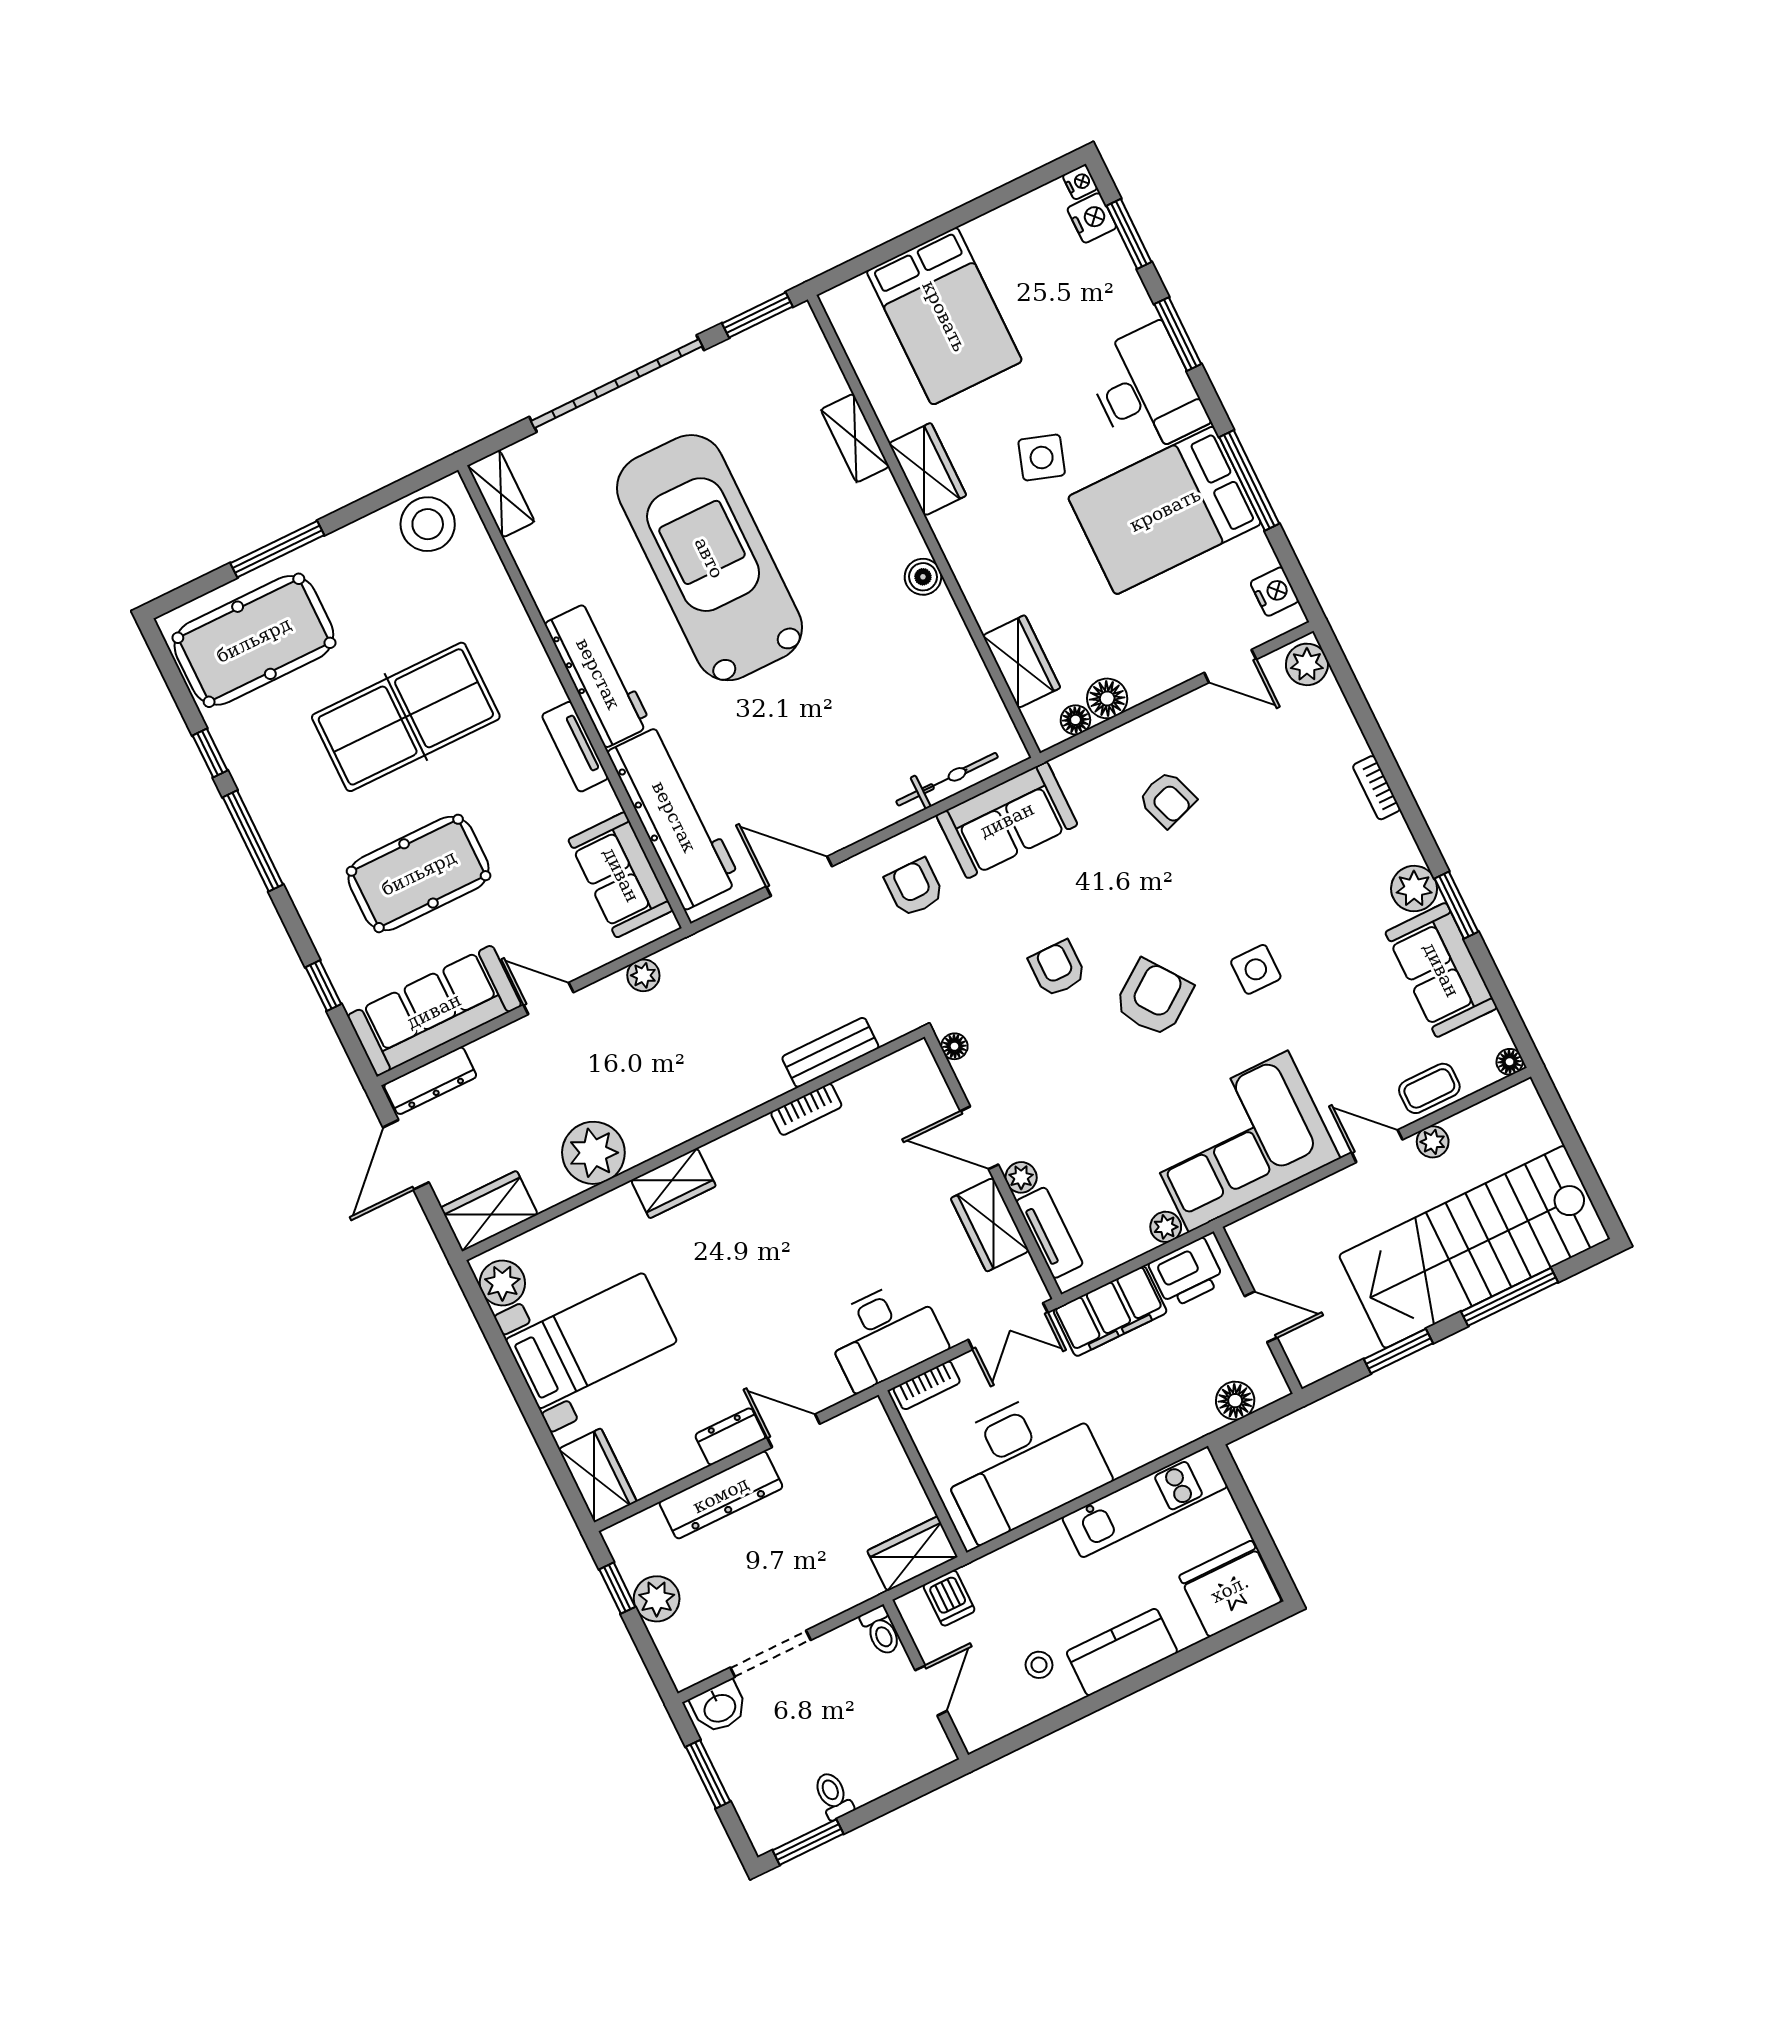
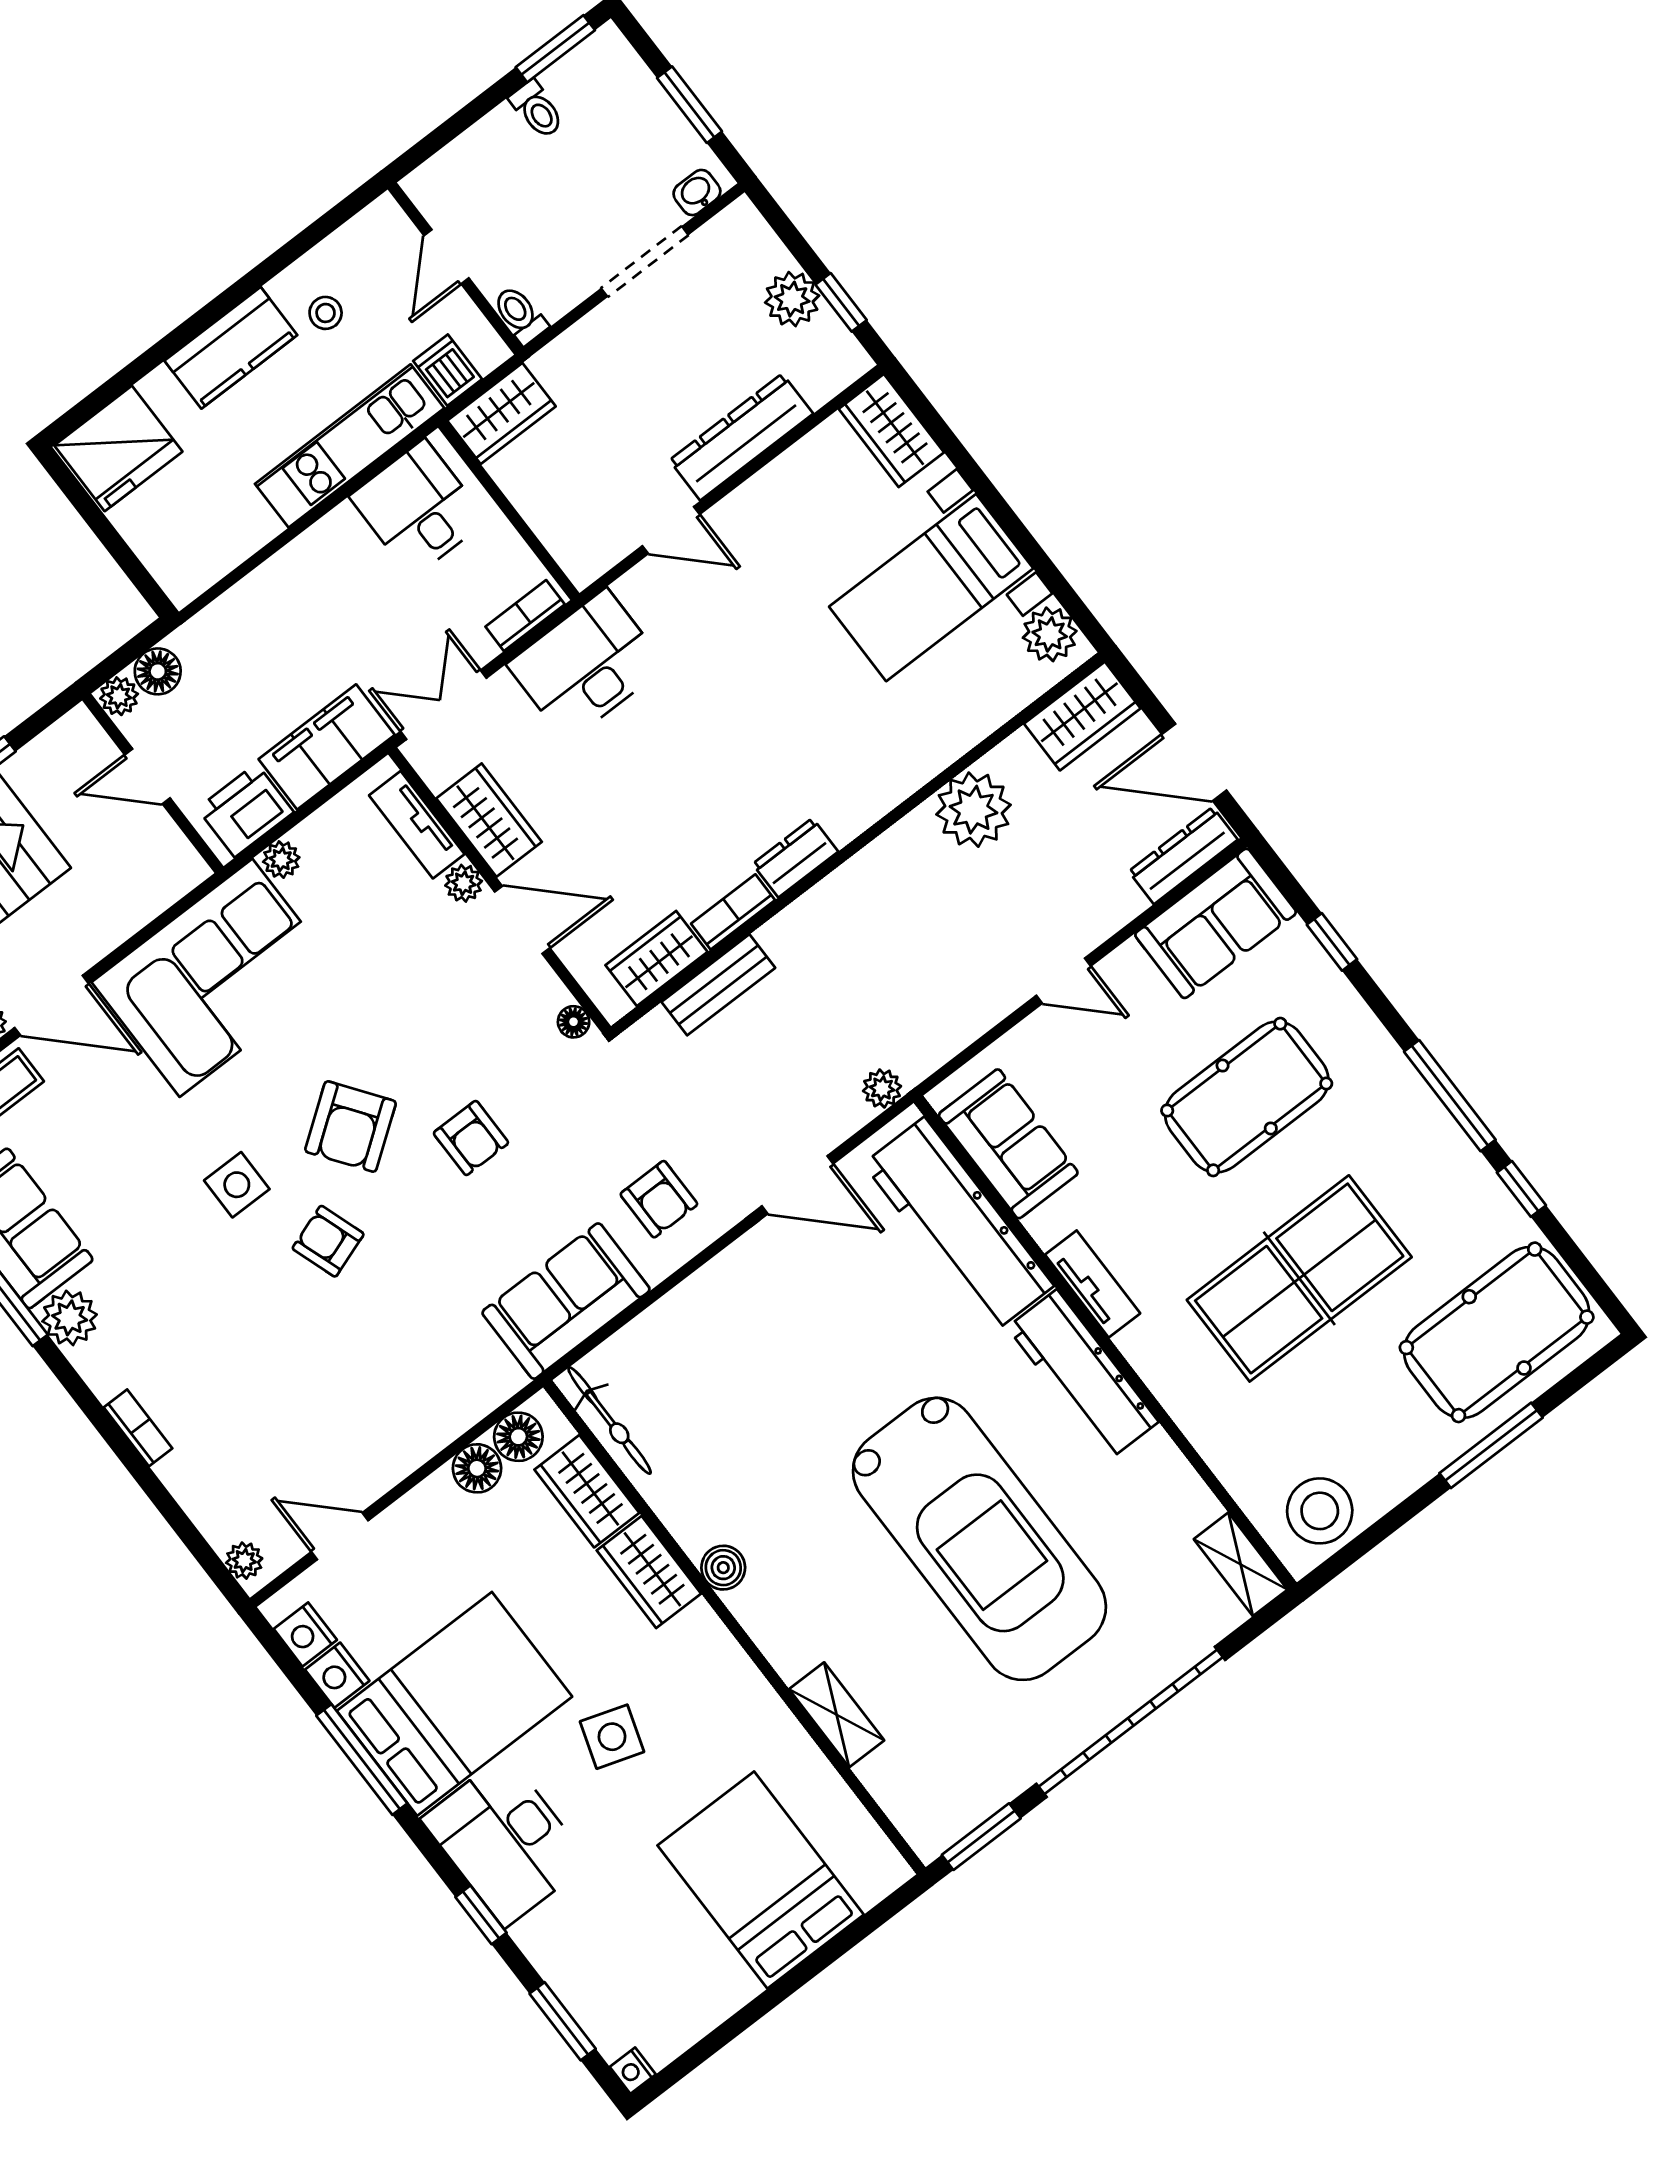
nightstand: (1092, 218) -> (337, 1675), moved
window: (1178, 334) -> (481, 1915), width x0.67
wardrobe: (928, 469) -> (649, 1572), moved
plant: (1307, 664) -> (244, 1561), width x0.73, depth x0.73
floor lamp: (1075, 720) -> (518, 1437), width x1.37, depth x1.37
bicycle: (947, 779) -> (610, 1421), moved, turned -90
armchair: (1167, 799) -> (328, 1241), moved
plant: (643, 975) -> (882, 1089), moved
sofa: (434, 1011) -> (1216, 923), width x0.73
door: (1377, 1146) -> (52, 1005), width x1.38
door: (406, 1155) -> (1194, 762), swing flipped
wardrobe: (673, 1183) -> (657, 959), moved
plant: (1271, 1387) -> (119, 696), added
dresser: (730, 1437) -> (795, 858), moved, turned 180
desk: (1022, 1463) -> (418, 508), width x0.53, depth x0.77
kitchen unit: (1145, 1502) -> (350, 446), moved
washbasin: (719, 1707) -> (697, 193), width x0.72, depth x0.69

